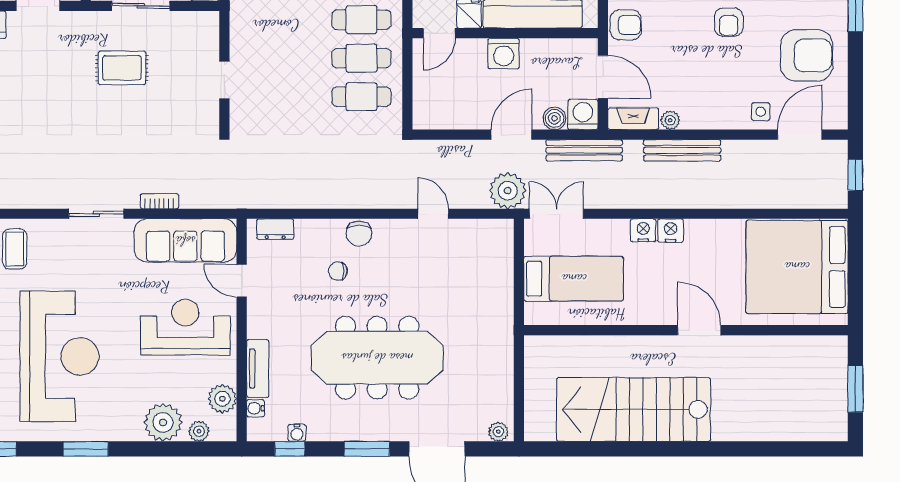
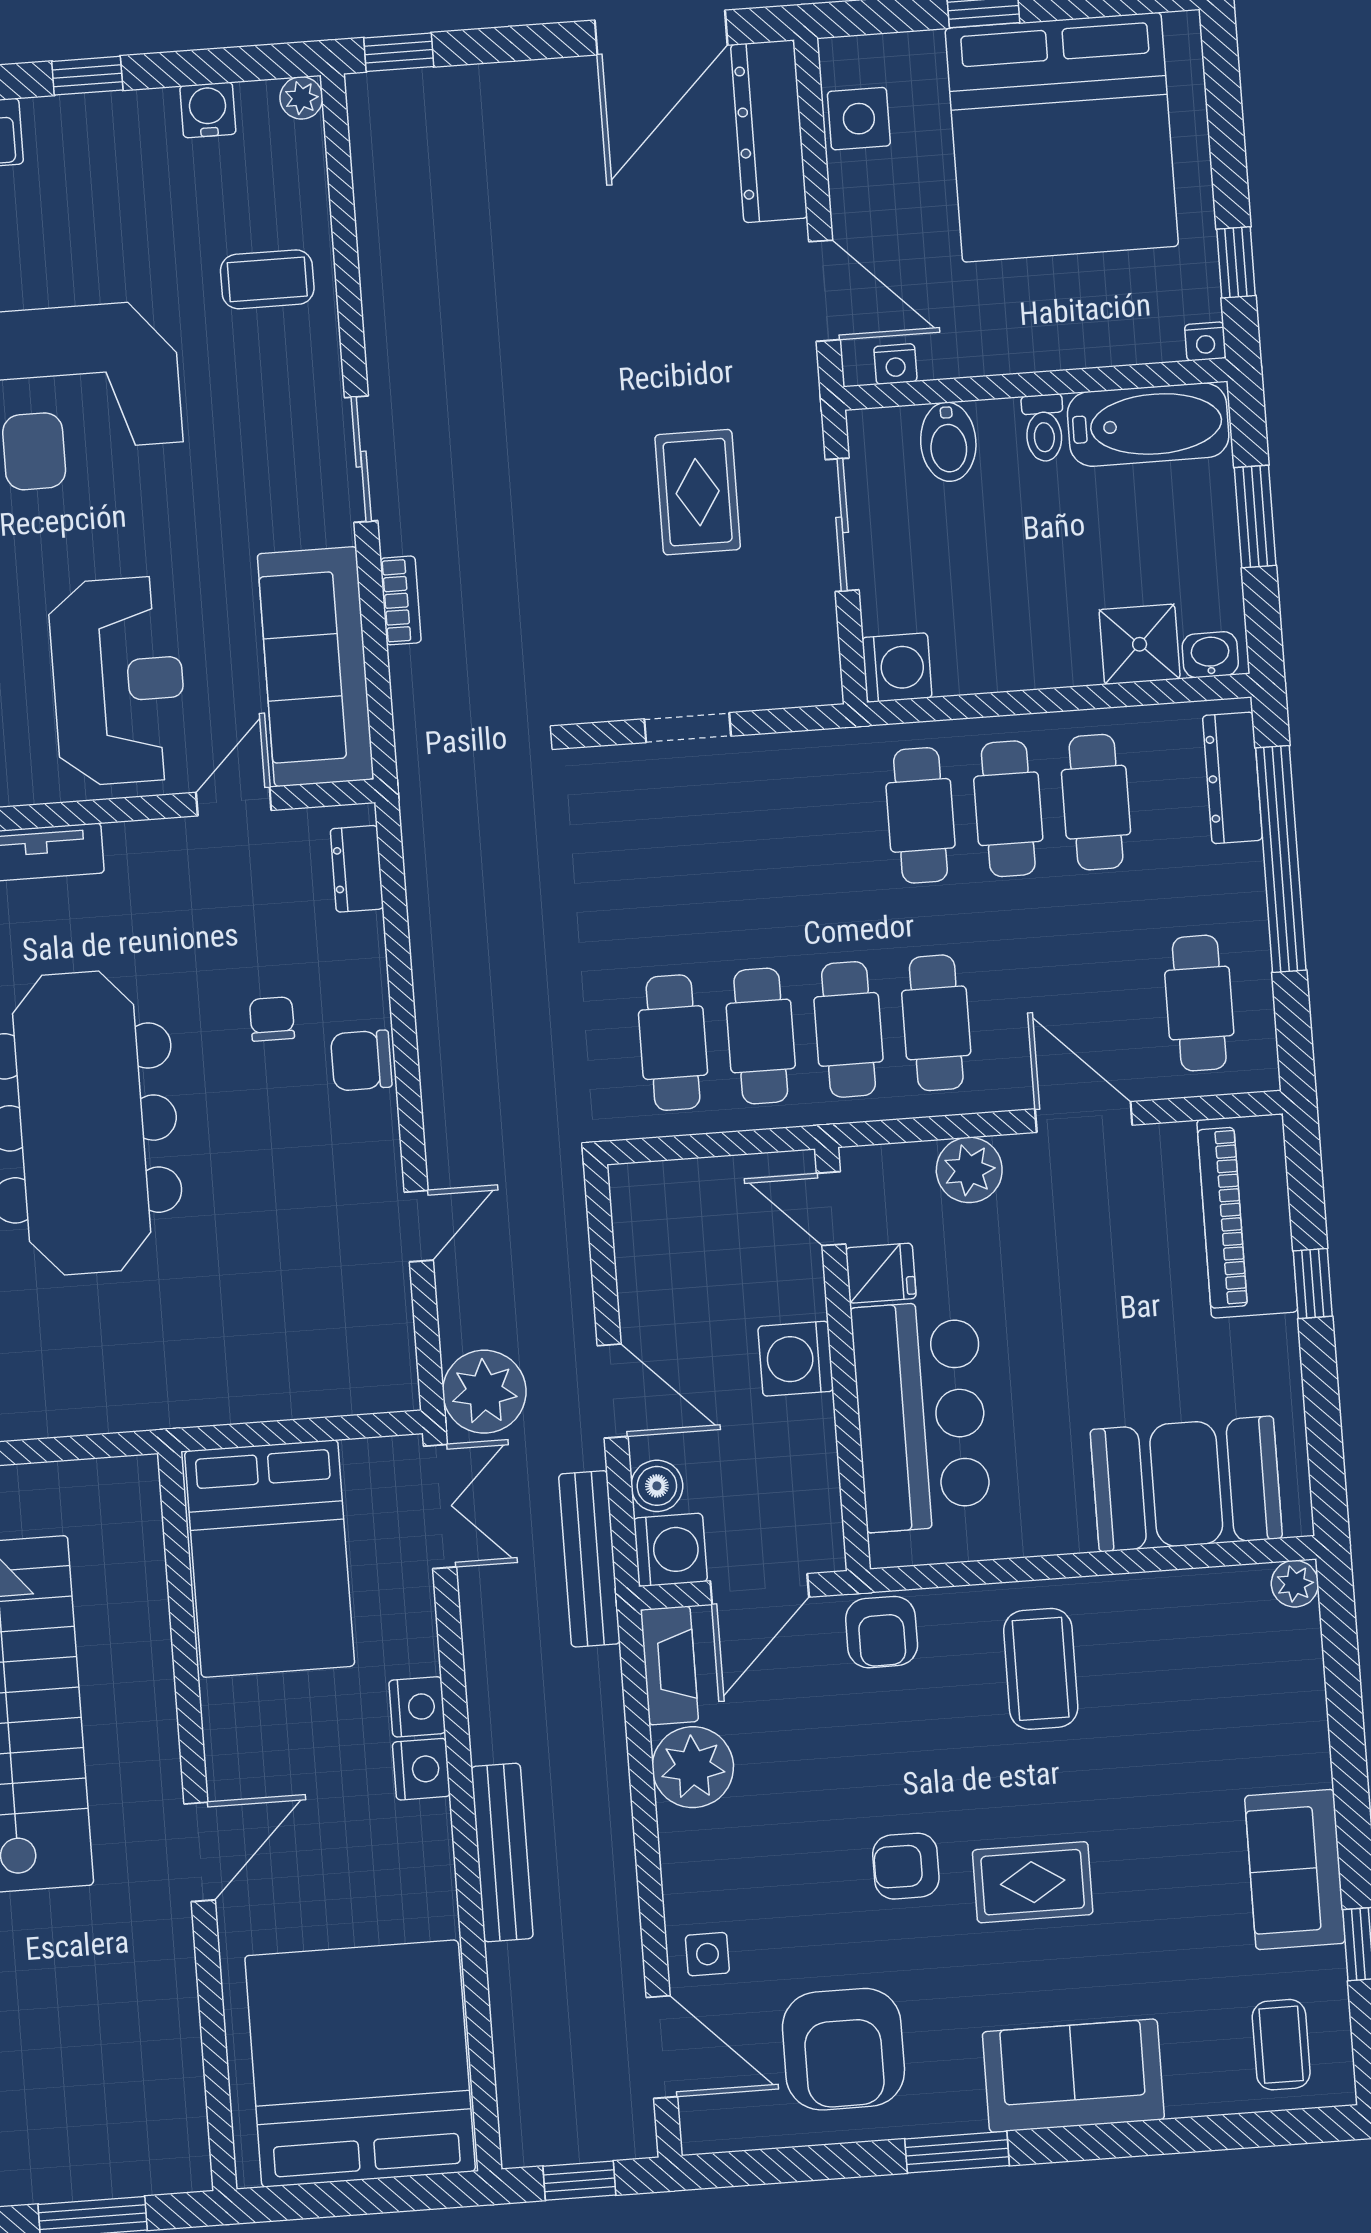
plant: (670, 120) -> (693, 1767), width x1.88, depth x1.88
bench: (682, 150) -> (502, 1853), moved
bed: (574, 279) -> (270, 1559), width x1.50

